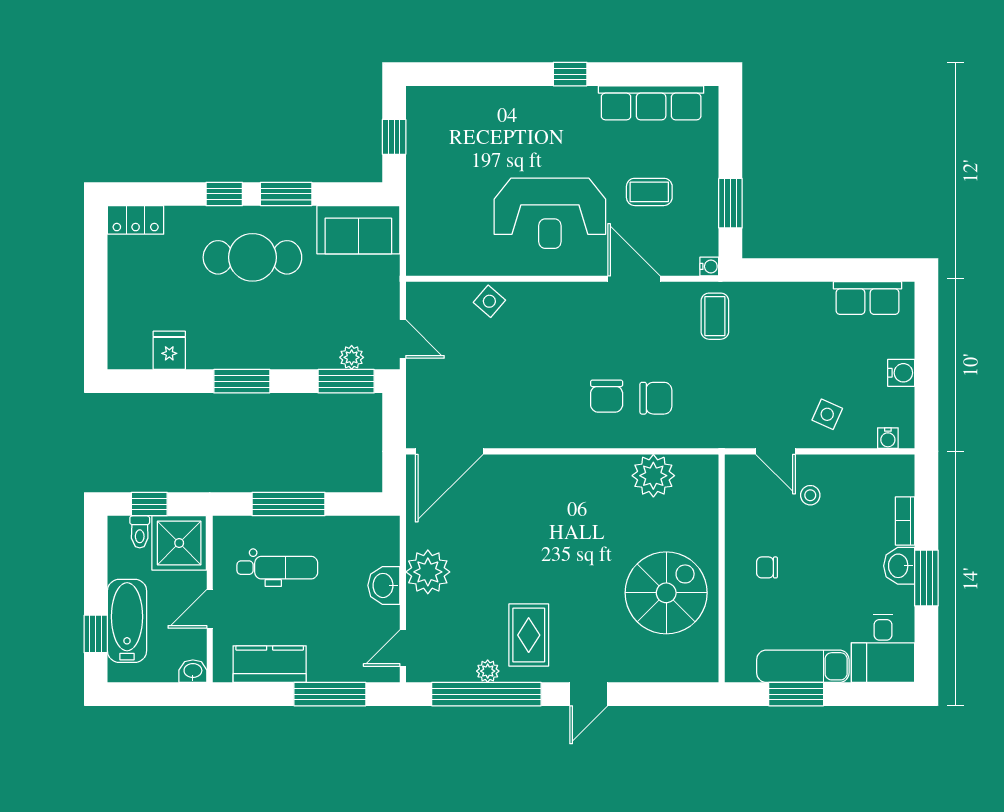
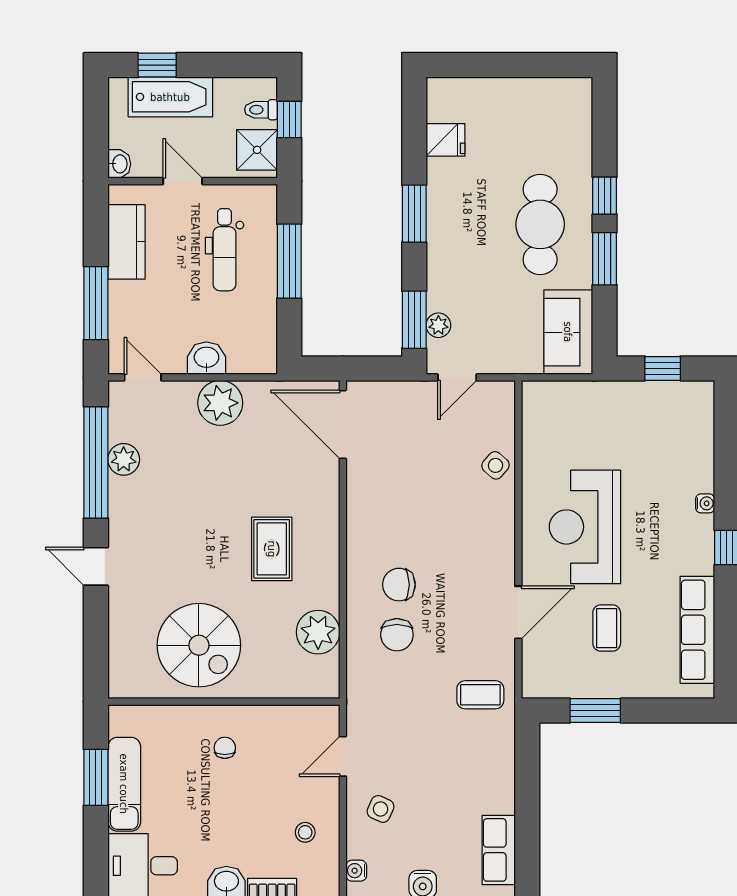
locker: (136, 220) -> (578, 106), removed
water cooler: (709, 266) -> (705, 503), moved, turned -90
stool: (810, 495) -> (305, 832), moved
shower: (179, 543) -> (257, 150), width x0.73, depth x0.73
rug: (529, 635) -> (272, 549), moved, turned 90
plant: (488, 671) -> (124, 459), width x1.38, depth x1.38

